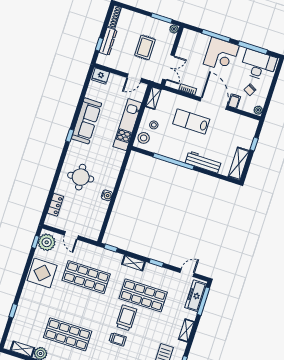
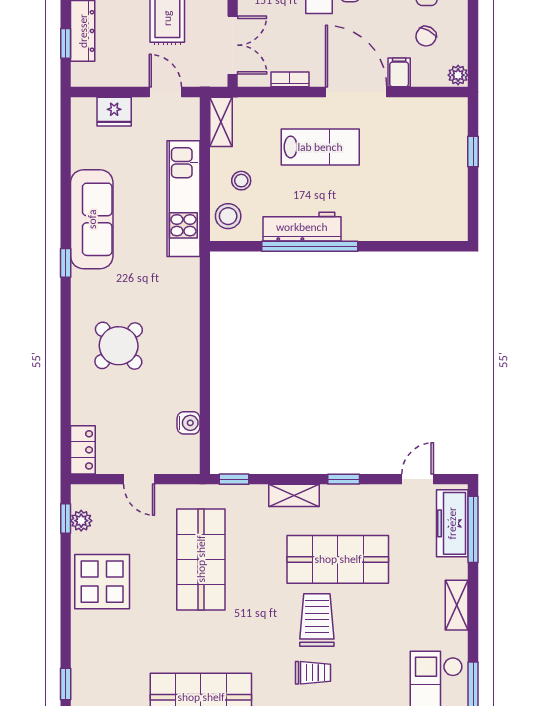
fridge: (101, 76) -> (114, 112), moved
door: (134, 78) -> (165, 92), swing flipped
lab bench: (191, 122) -> (320, 147), turned 180
workbench: (203, 162) -> (302, 227), moved
shelving: (239, 164) -> (454, 205), removed
round table: (81, 177) -> (119, 346), turned -37
water cooler: (107, 195) -> (188, 423), moved
locker: (55, 205) -> (83, 450), moved
plant: (47, 242) -> (81, 521), width x0.53, depth x0.53
shop shelf: (86, 277) -> (201, 559), turned 90

